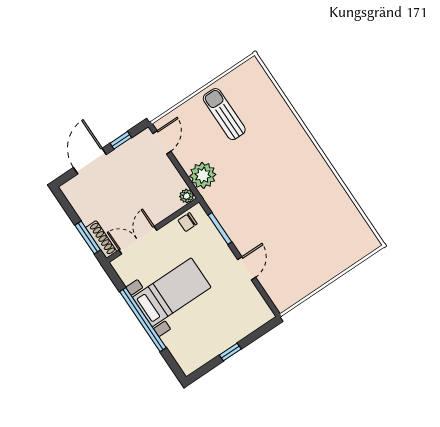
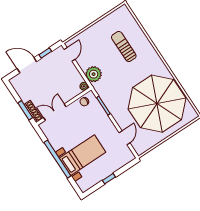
sun lounger: (224, 114) -> (124, 46), moved
door: (90, 161) -> (27, 65), hinge flipped
parasol: (311, 224) -> (157, 104), added
door: (247, 268) -> (125, 138), moved
bed with nightstands: (172, 292) -> (83, 155), moved

